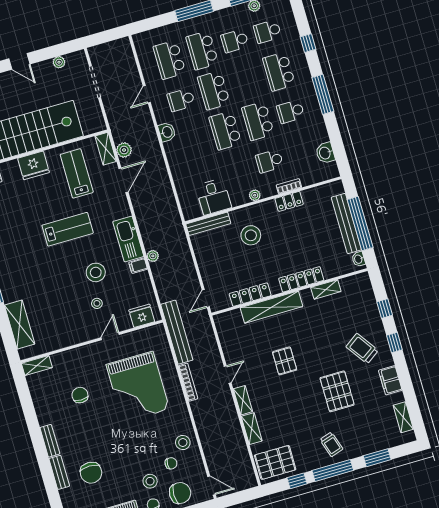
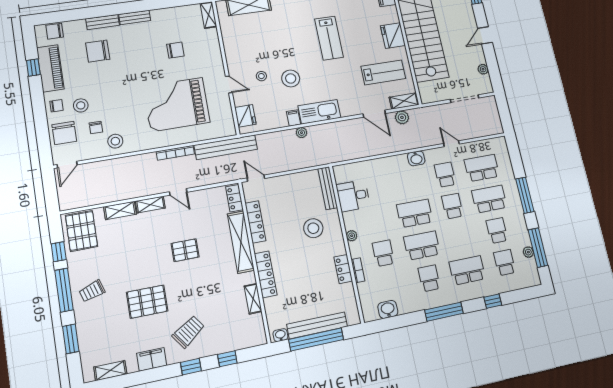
school desk: (214, 90) -> (452, 206), width x0.54
lab bench: (68, 229) -> (329, 38), moved
locker: (228, 318) -> (234, 198), added

